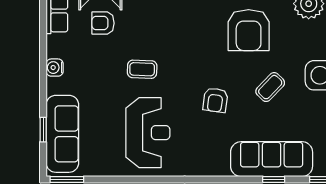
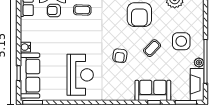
water cooler: (55, 68) -> (25, 47), moved
coffee table: (142, 69) -> (82, 10), moved
sofa: (272, 159) -> (153, 90), width x0.73

